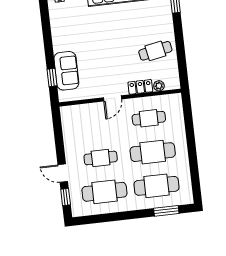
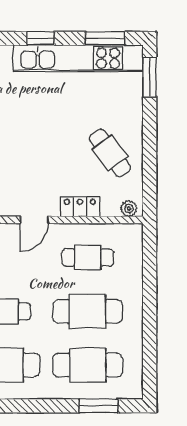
cafe table: (155, 51) -> (110, 153), turned 64
plant: (159, 86) -> (129, 208), moved

